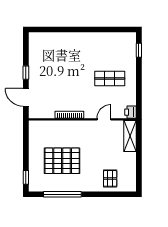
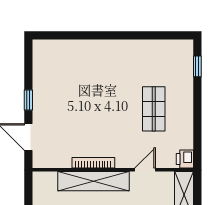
shop shelf: (110, 78) -> (154, 109), turned 90
shelving: (70, 127) -> (94, 181), added

